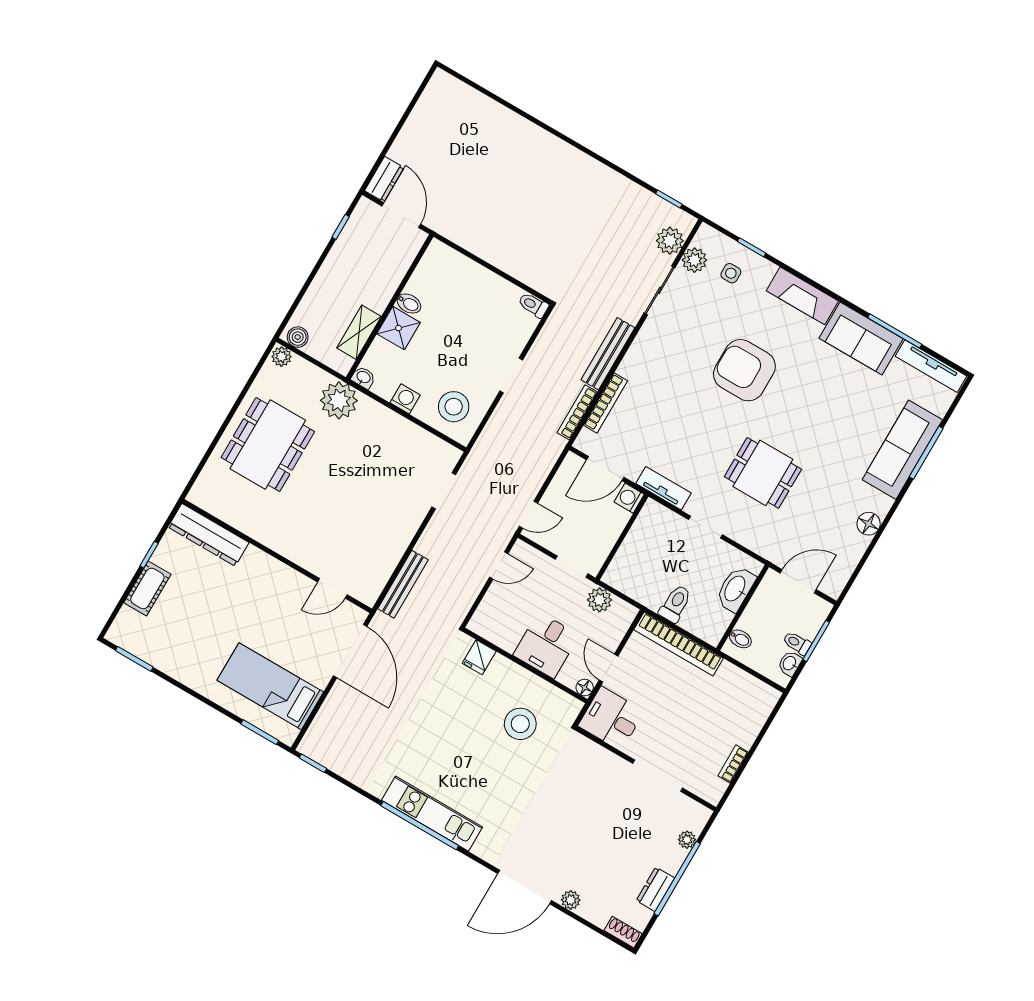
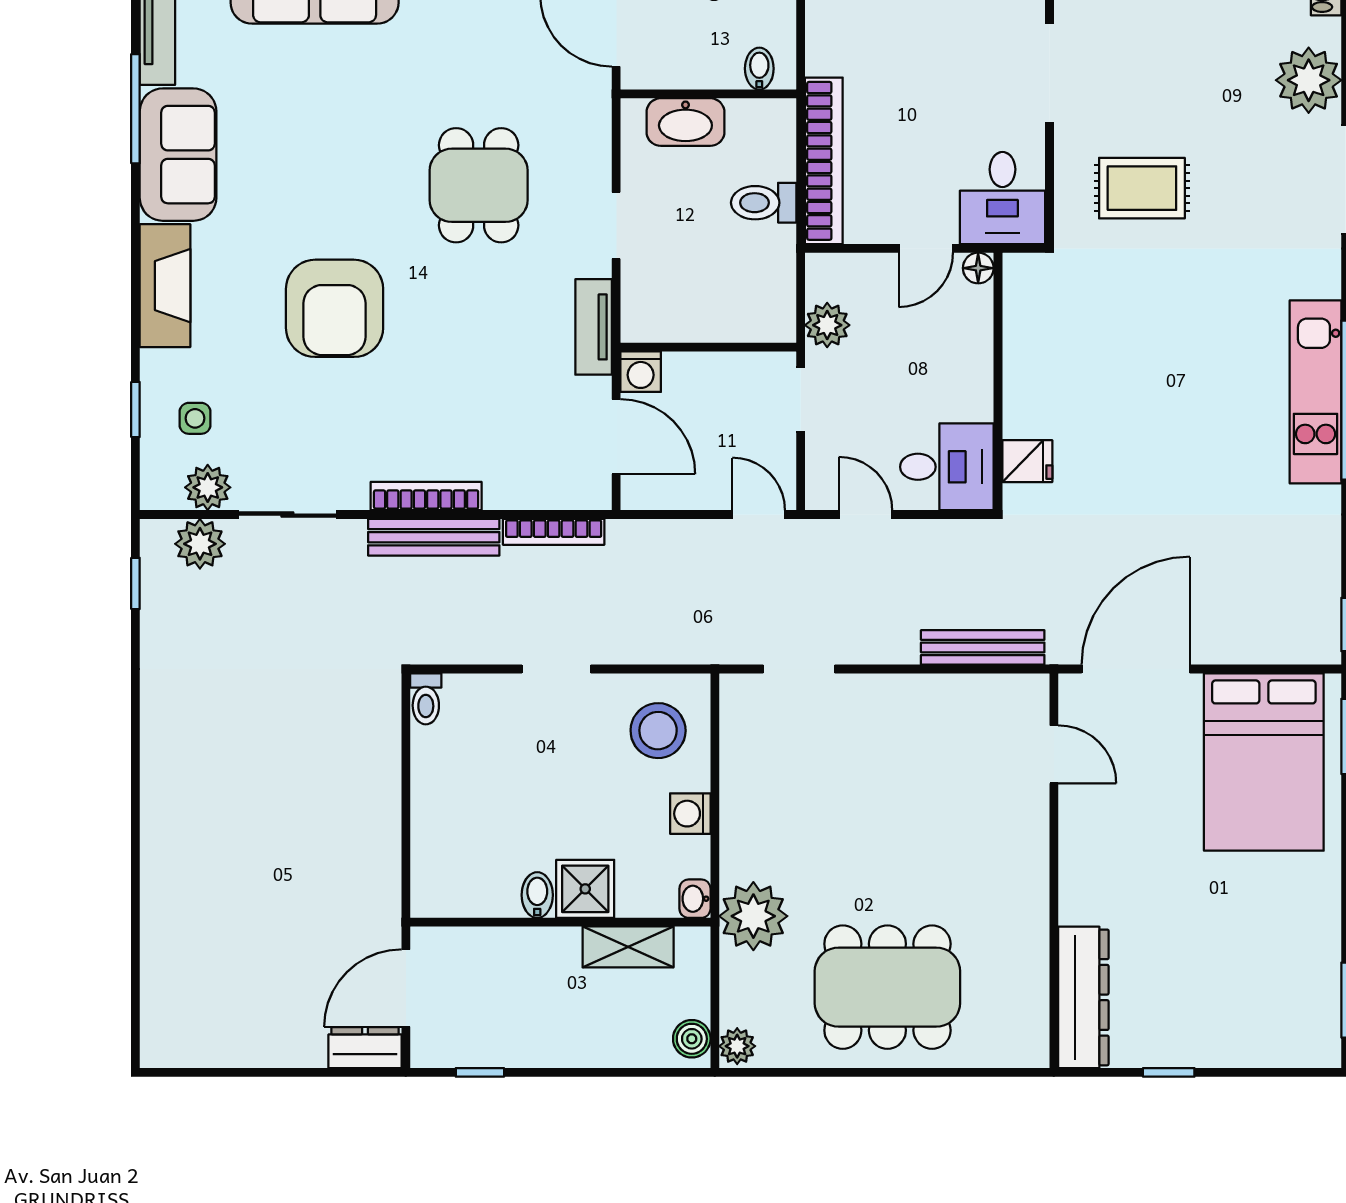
bookcase: (605, 403) -> (426, 496), moved
cot: (147, 588) -> (1223, 1044), removed
desk: (546, 645) -> (947, 467), moved
bed: (270, 686) -> (1264, 762), width x1.50
stool: (520, 724) -> (1094, 336), removed
rug: (577, 788) -> (1142, 188), added
plant: (571, 900) -> (1309, 80), width x1.87, depth x1.87

